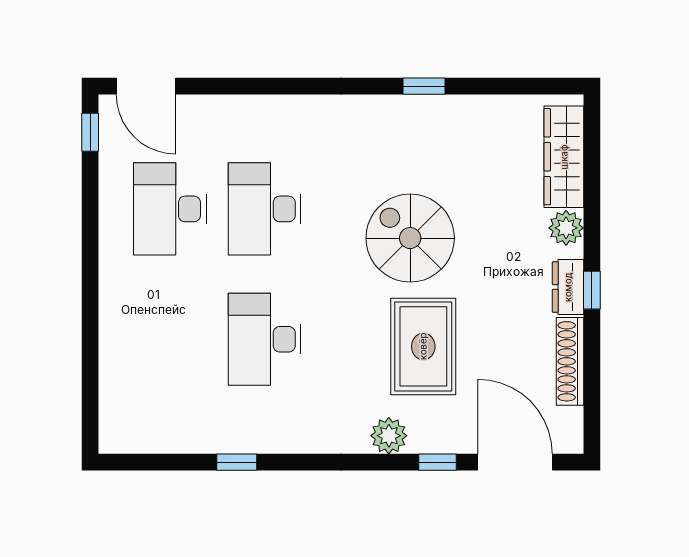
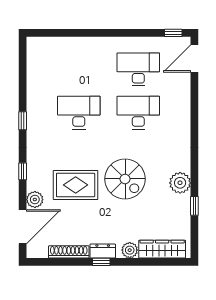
window: (424, 86) -> (194, 206), moved
plant: (418, 117) -> (180, 183), added
spiral stairs: (410, 238) -> (125, 179), turned 90
plant: (389, 436) -> (35, 200), moved
window: (237, 462) -> (23, 121), moved
window: (437, 462) -> (23, 171), moved

